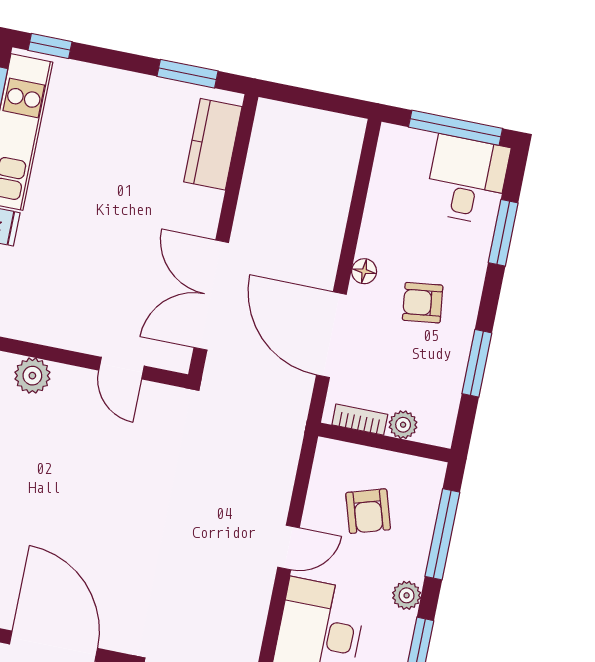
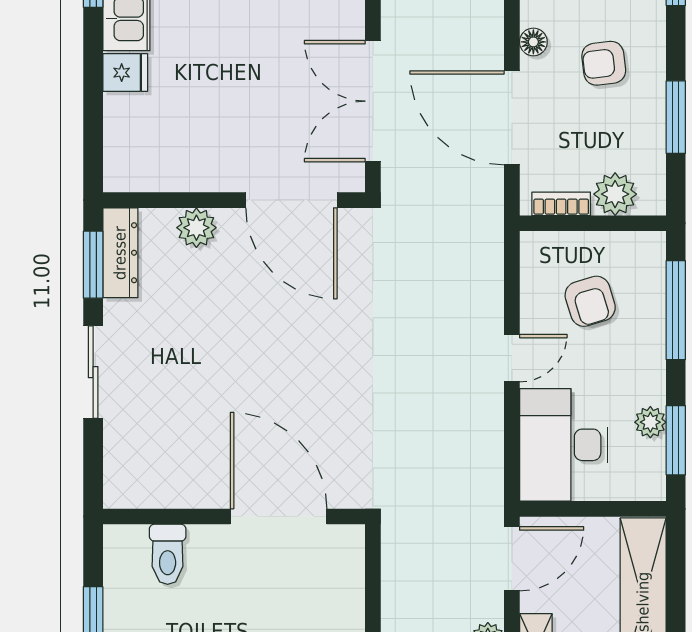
door: (121, 368) -> (291, 200), width x1.88
plant: (403, 425) -> (615, 194), width x1.38, depth x1.38
plant: (407, 595) -> (650, 422), moved

